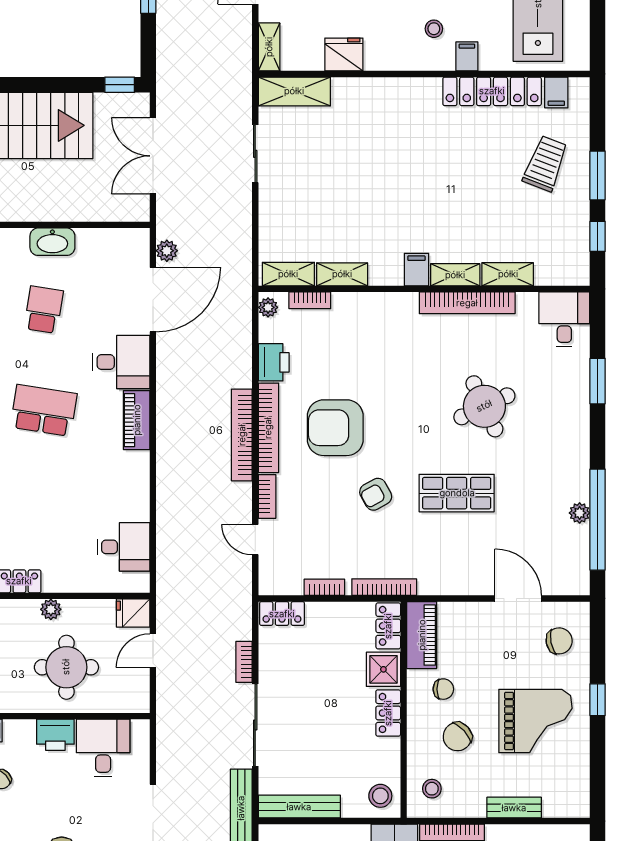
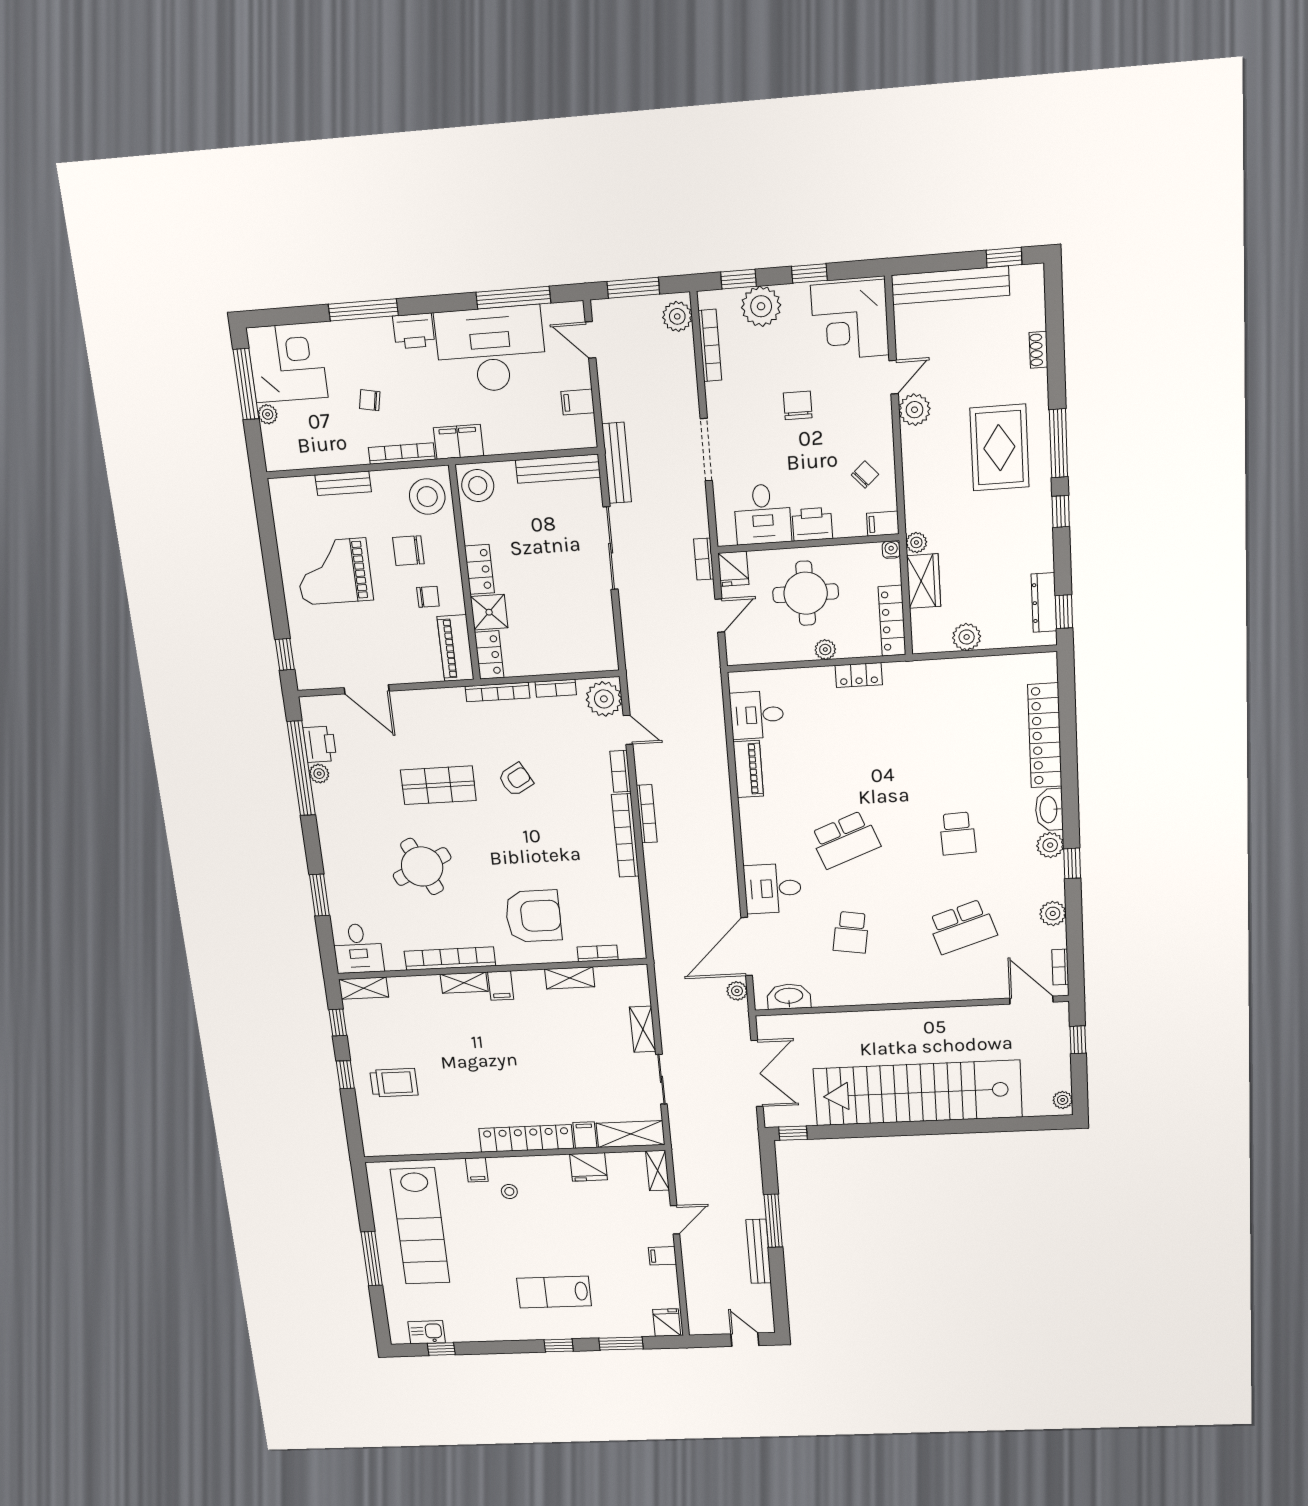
locker: (492, 91) -> (526, 1138), moved
filing cabinet: (556, 92) -> (585, 1135), moved
trolley: (545, 164) -> (394, 1083), turned -111
window: (598, 175) -> (345, 1075), width x0.67
washbasin: (52, 242) -> (789, 996), moved
shelving: (288, 274) -> (643, 1029), moved, turned 90
shelving: (508, 274) -> (364, 988), moved
plant: (268, 307) -> (604, 699), moved, width x1.87, depth x1.87
printer: (274, 362) -> (320, 744), moved, turned 180
school desk: (44, 410) -> (845, 840), turned -30
piano: (137, 420) -> (748, 769), moved
armchair: (335, 428) -> (533, 916), moved
bookcase: (242, 435) -> (647, 814), width x0.68, depth x0.76
fridge: (133, 613) -> (733, 569), moved, turned 90
locker: (282, 614) -> (595, 660), removed
chair: (559, 641) -> (322, 651), removed
bookcase: (244, 662) -> (704, 559), moved, turned 180
chair: (443, 689) -> (428, 597), turned 180
window: (598, 700) -> (285, 654), moved
chair: (457, 737) -> (408, 551), turned -138
stool: (432, 789) -> (427, 497), width x1.89, depth x1.89
stool: (380, 796) -> (478, 486), width x1.38, depth x1.38

